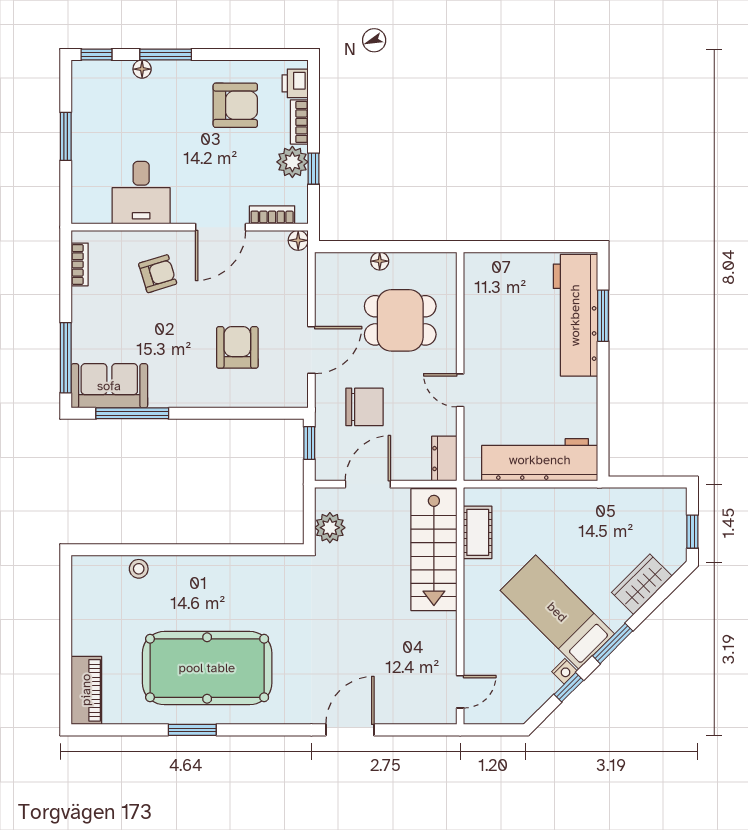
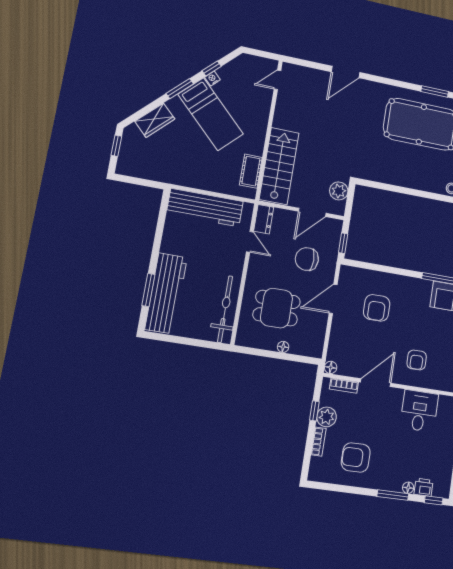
printer: (295, 83) -> (424, 487), moved, turned -90
armchair: (158, 274) -> (417, 360), turned -73
bicycle: (481, 305) -> (225, 309), added
door: (460, 390) -> (250, 242), moved

